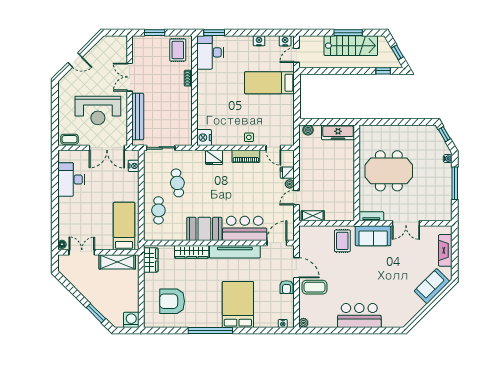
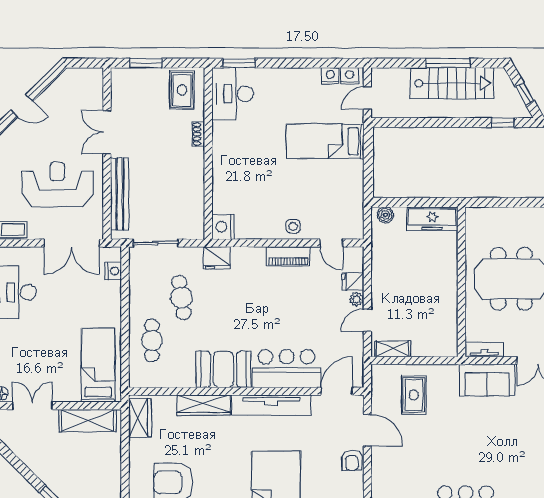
nightstand: (259, 41) -> (330, 76), moved
reception desk: (98, 110) -> (57, 184), turned 180
fridge: (214, 157) -> (217, 258), moved
rug: (342, 241) -> (414, 395), moved
coffee table: (314, 287) -> (395, 460), removed

